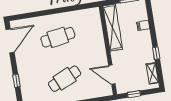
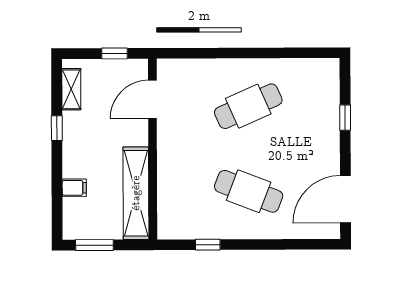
window: (74, 8) -> (208, 245), added
cafe table: (58, 37) -> (249, 191), turned 30
door: (112, 75) -> (152, 99), swing flipped

